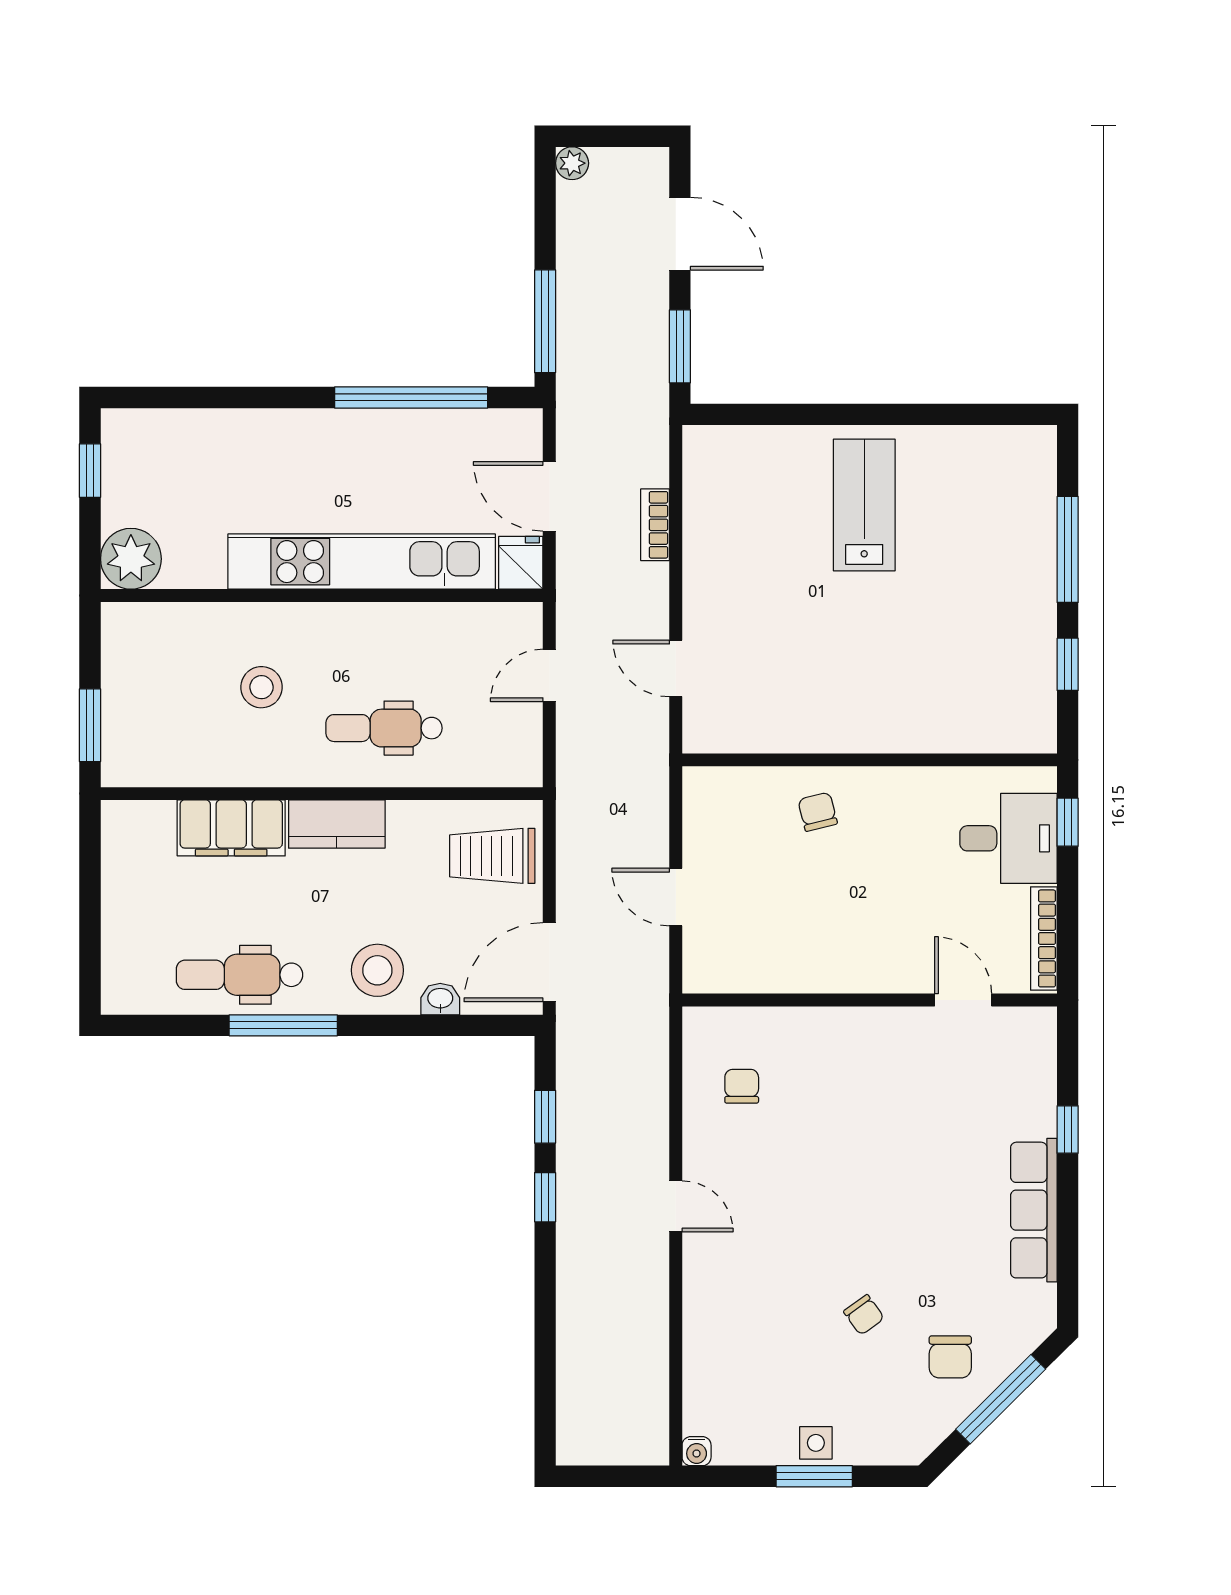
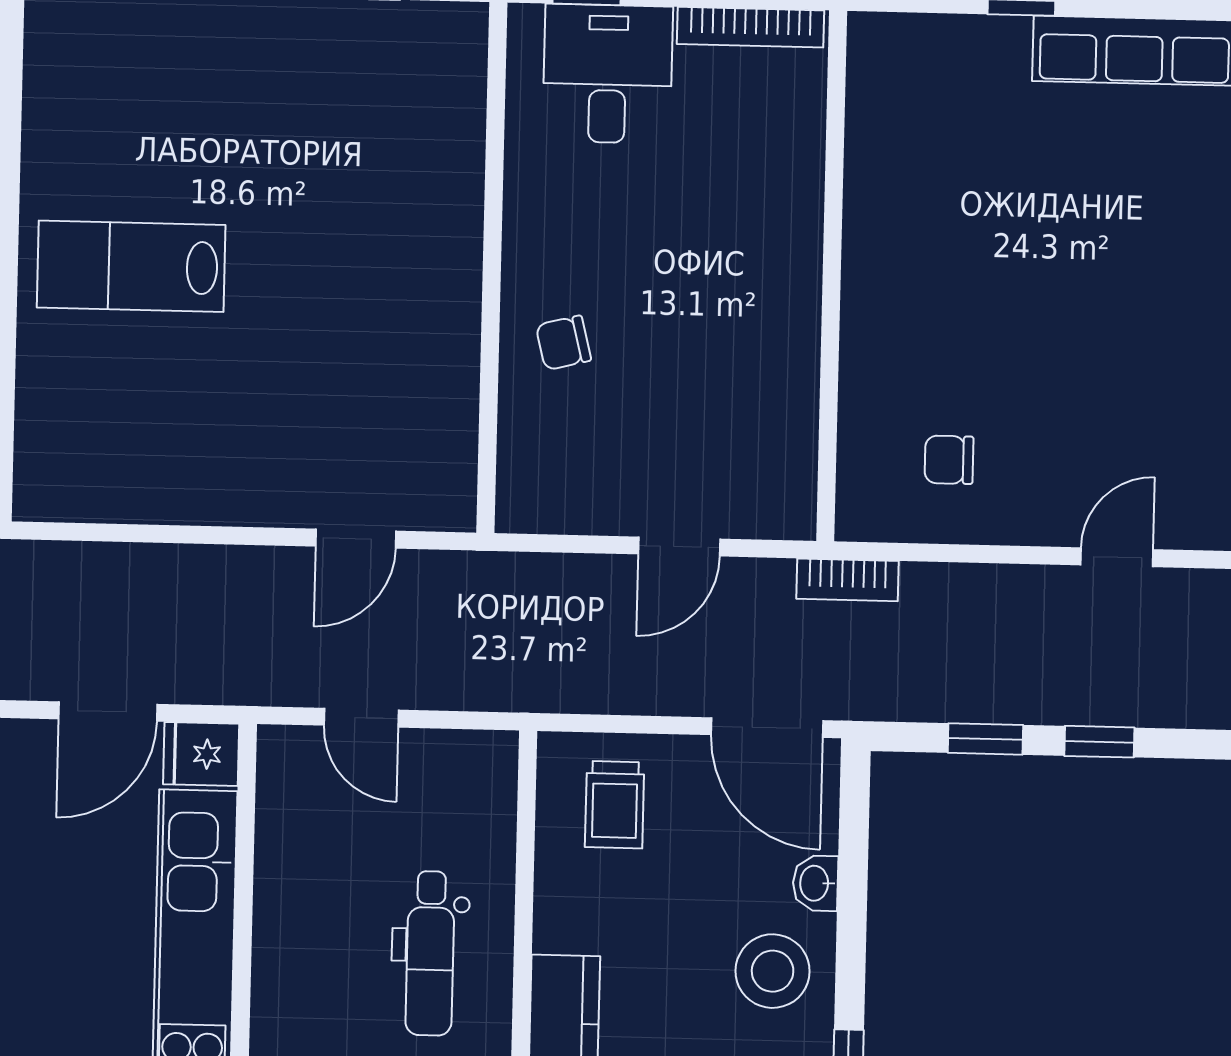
bookcase: (655, 525) -> (847, 580), moved
trolley: (492, 856) -> (615, 805), width x0.73, depth x0.72
door: (963, 1000) -> (835, 144), removed

